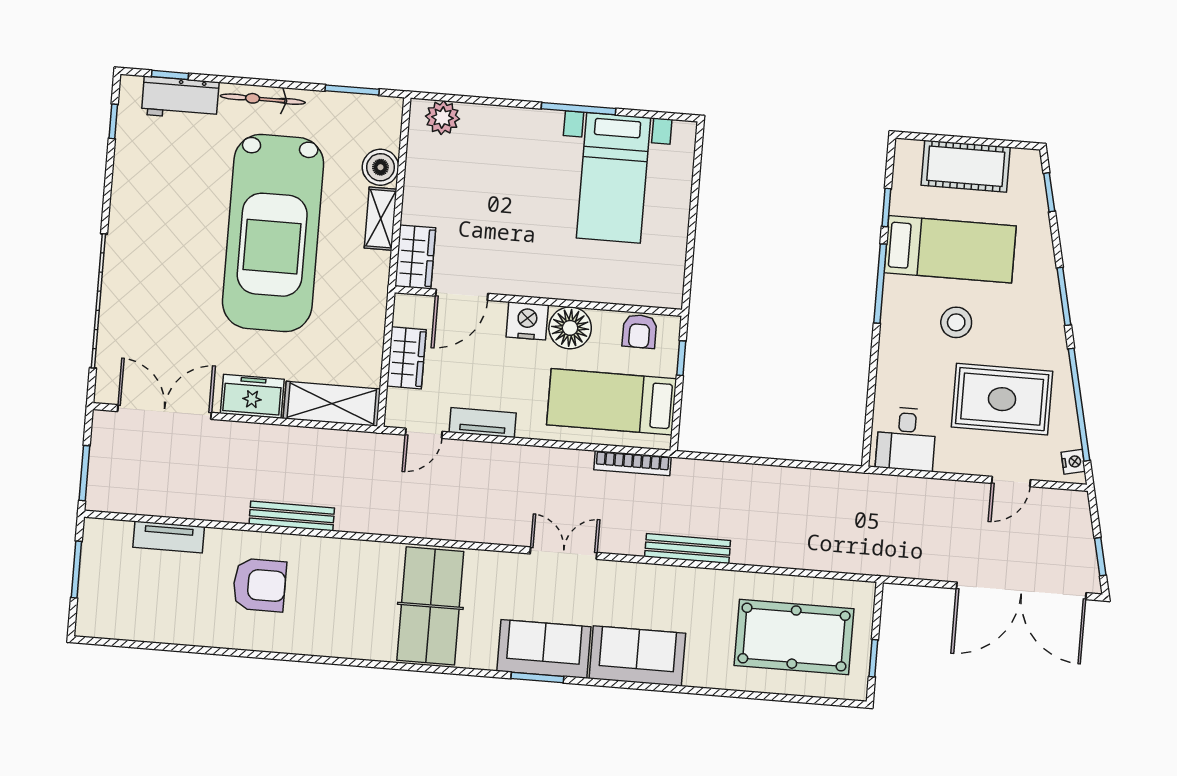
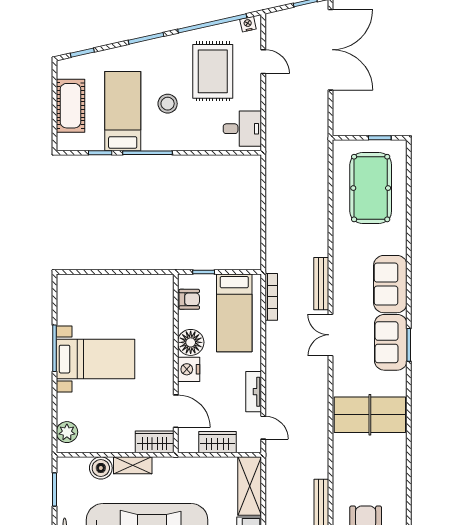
bed with nightstands: (613, 178) -> (96, 359), moved
bench: (688, 549) -> (321, 284), moved

